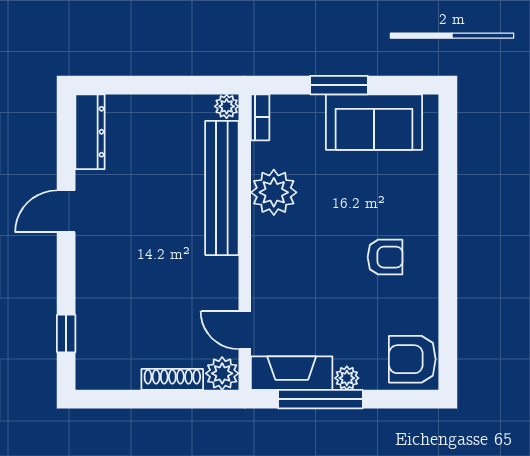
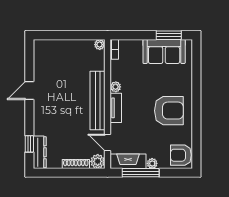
window: (339, 85) -> (169, 35), moved
dresser: (90, 132) -> (40, 152), moved
bench: (222, 188) -> (98, 100), moved
plant: (274, 192) -> (116, 87), width x0.53, depth x0.53
tv unit: (264, 251) -> (116, 108), added
armchair: (385, 257) -> (169, 111), width x1.88, depth x1.88

